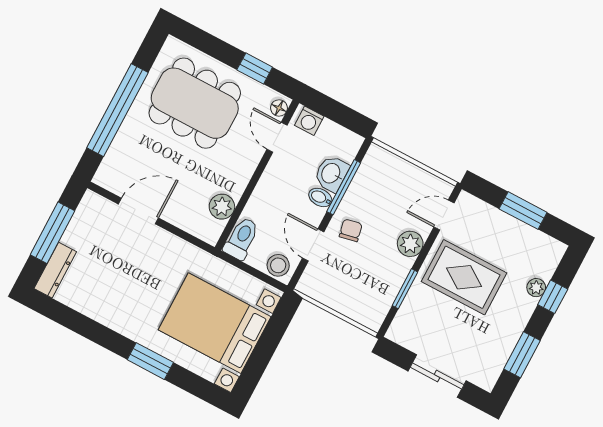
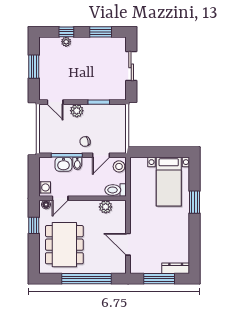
rug: (464, 277) -> (79, 78), removed
bed with nightstands: (215, 323) -> (169, 182), width x0.73

